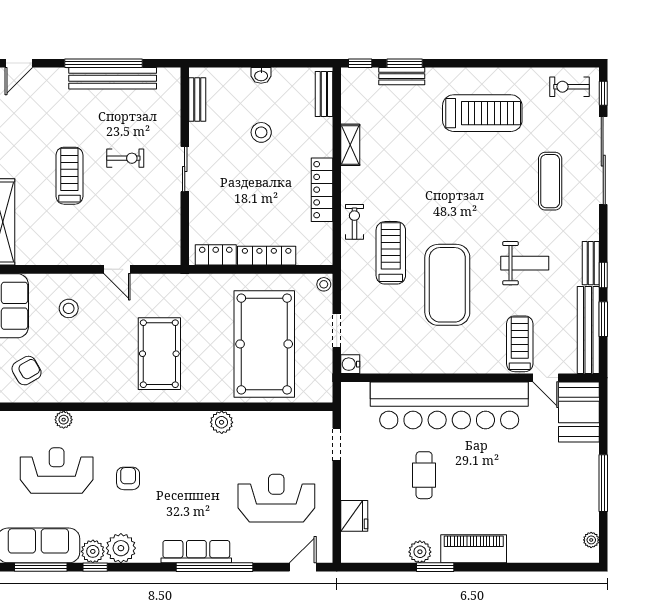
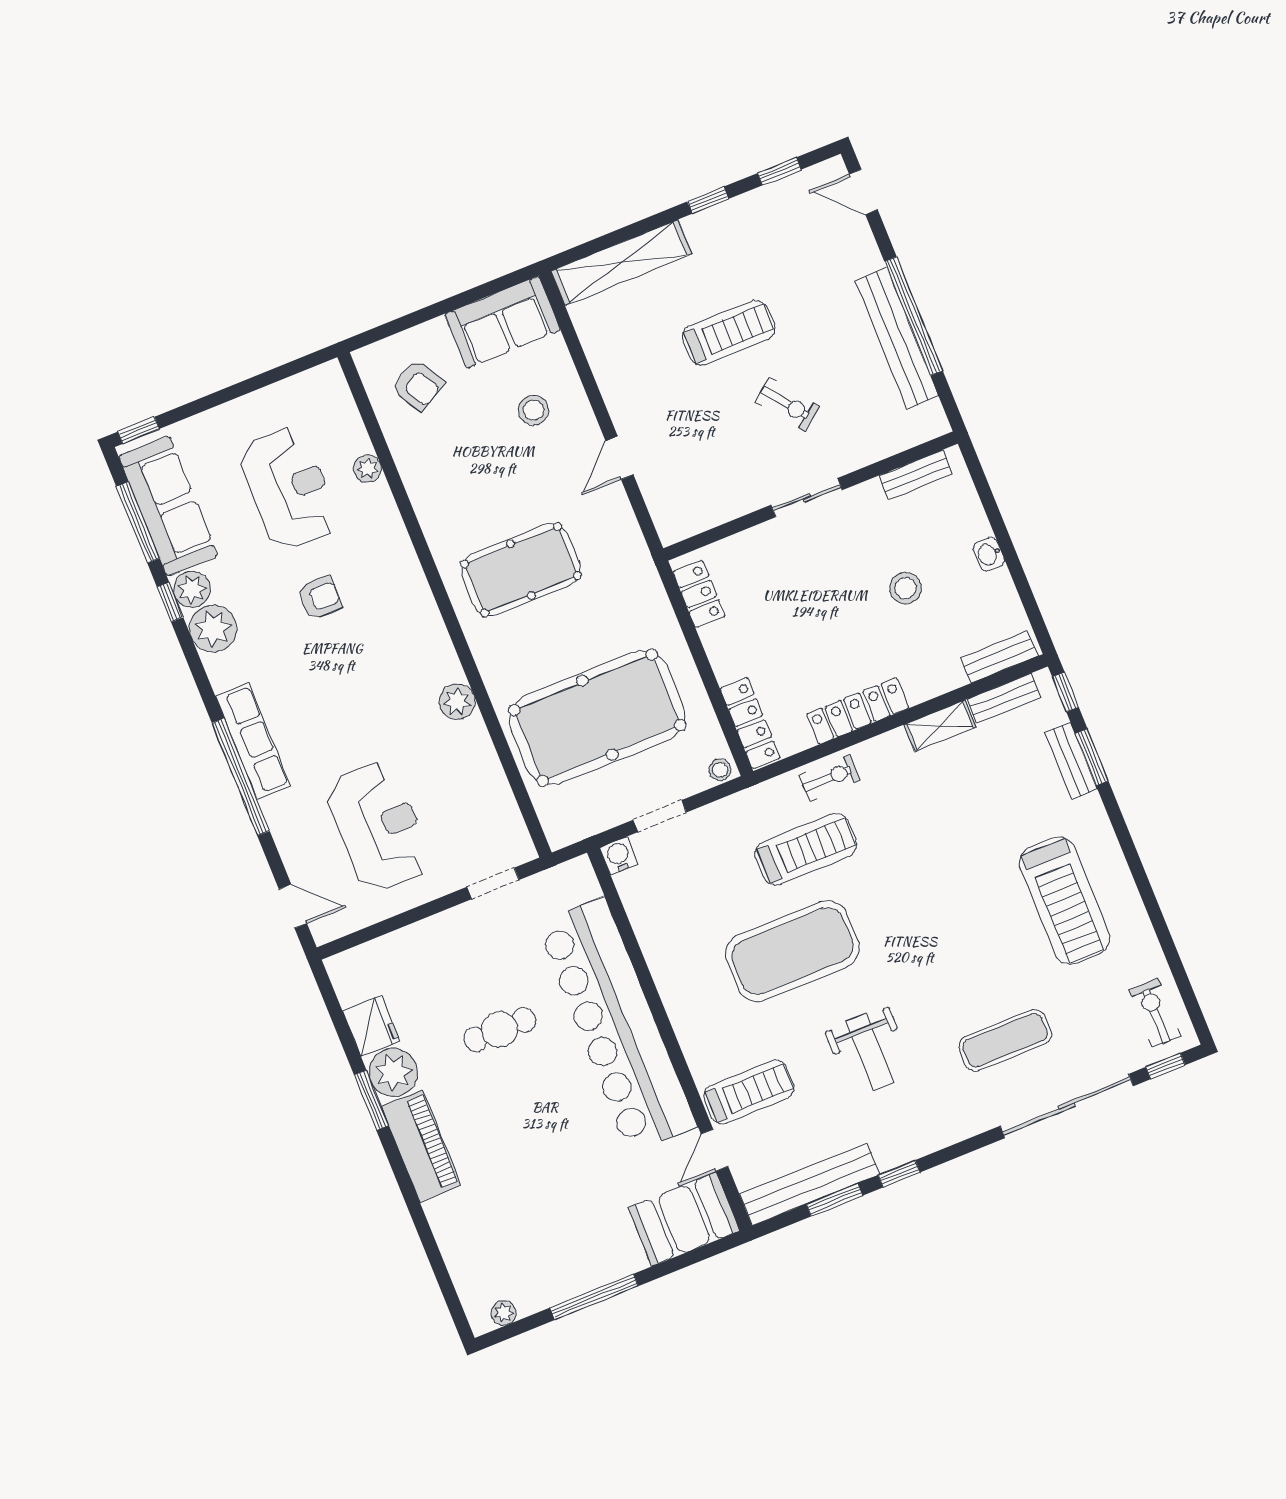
exercise bike: (125, 158) -> (787, 404), turned -38
locker: (267, 256) -> (750, 723), moved
bench: (591, 263) -> (1004, 698), moved
fridge: (354, 516) -> (371, 1026), moved, turned -90
plant: (420, 552) -> (393, 1073), width x1.36, depth x1.36

